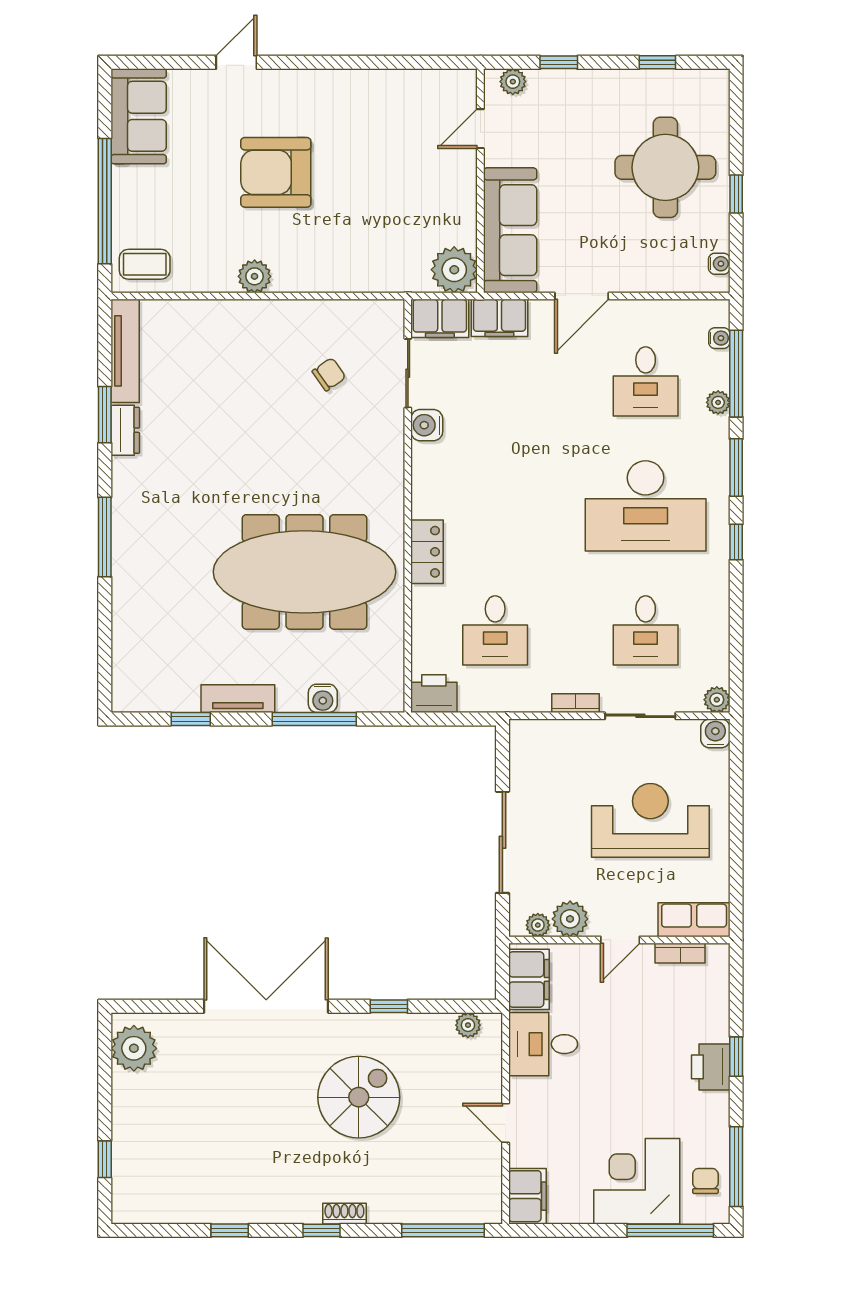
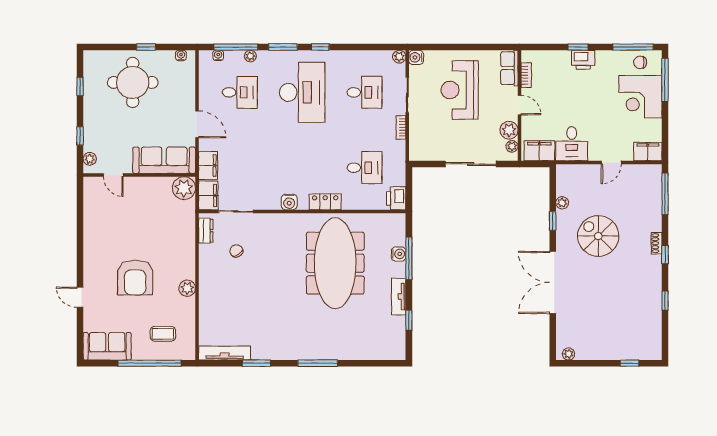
coffee table: (145, 264) -> (163, 334), moved, turned 90
water cooler: (427, 425) -> (289, 202), moved
dresser: (125, 430) -> (206, 231), moved, turned 90
plant: (468, 1025) -> (562, 203), moved
plant: (134, 1048) -> (568, 354), width x0.53, depth x0.53

